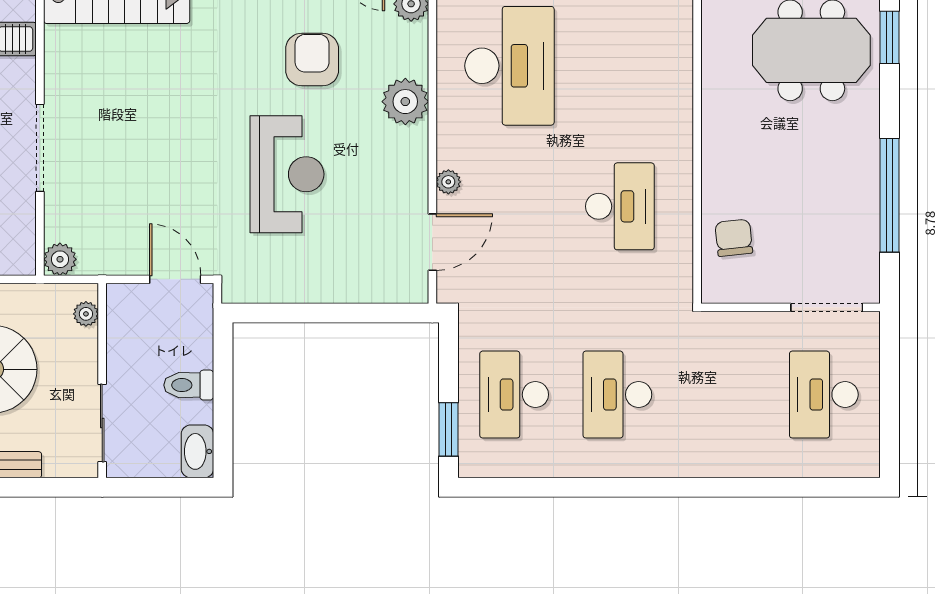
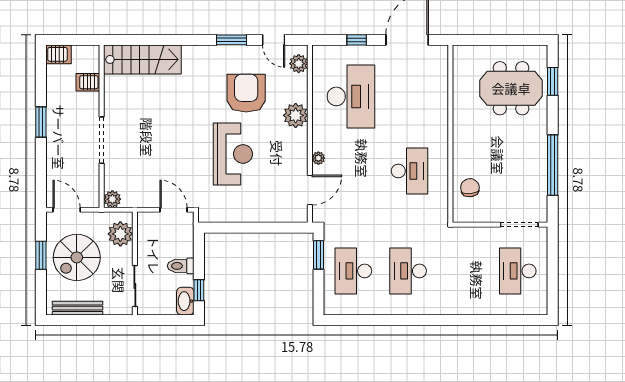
armchair: (312, 60) -> (246, 93), width x1.36, depth x1.36
plant: (86, 314) -> (120, 234), width x1.88, depth x1.88
window: (449, 429) -> (319, 255), moved
window: (223, 431) -> (199, 290), added

